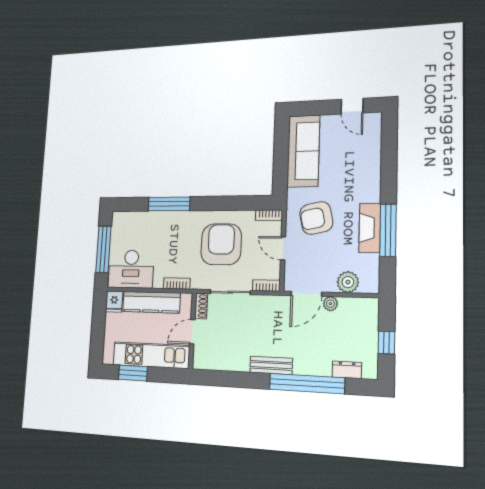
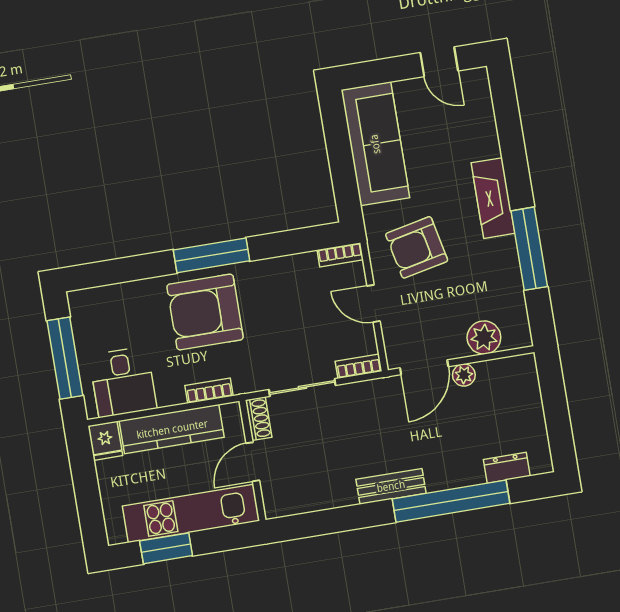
window: (169, 204) -> (212, 255), moved
fireplace: (370, 228) -> (493, 198), moved
armchair: (221, 244) -> (205, 312), moved, turned -90
desk: (131, 269) -> (123, 382), width x0.73
window: (386, 343) -> (557, 416), removed

